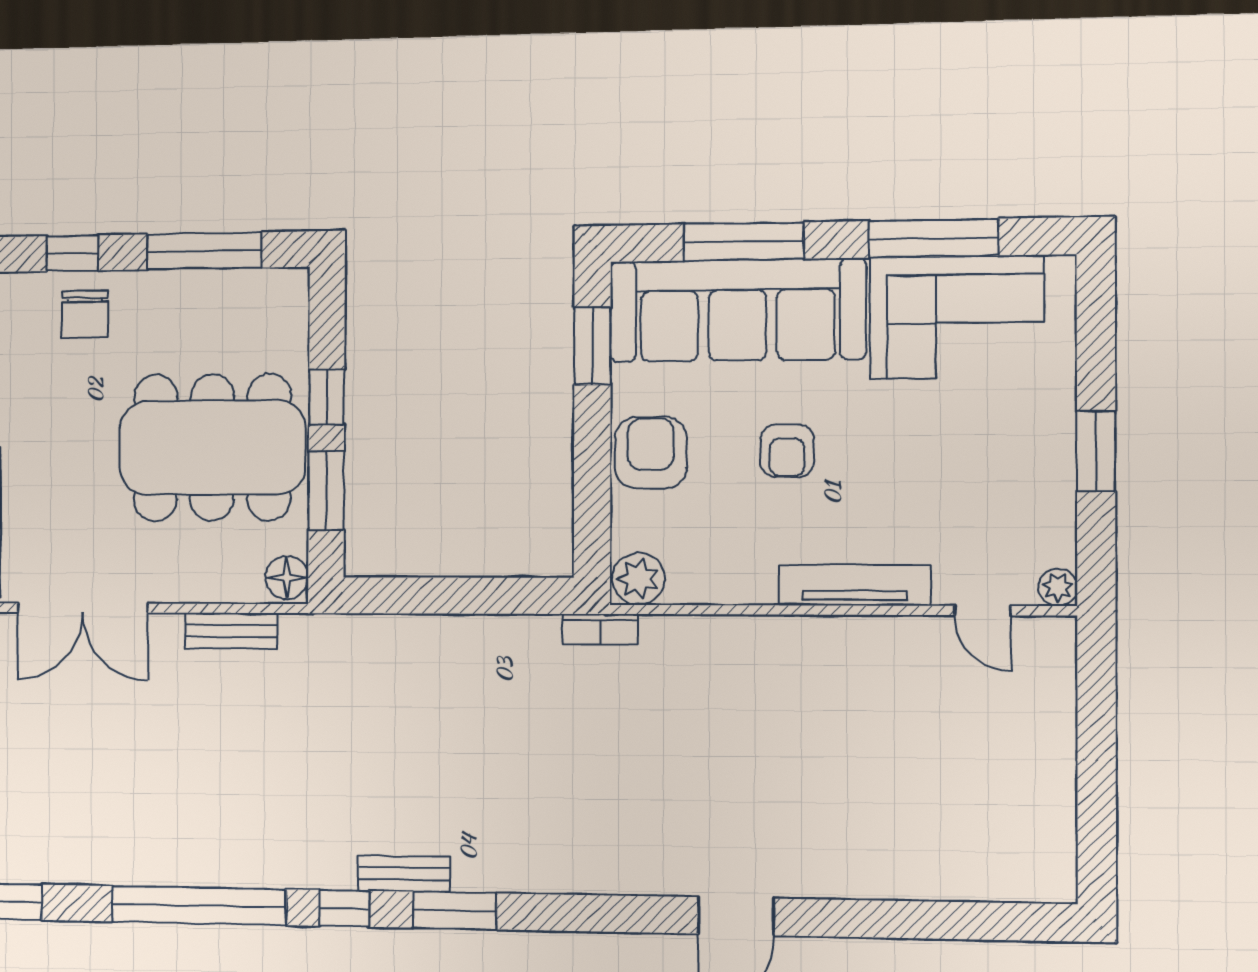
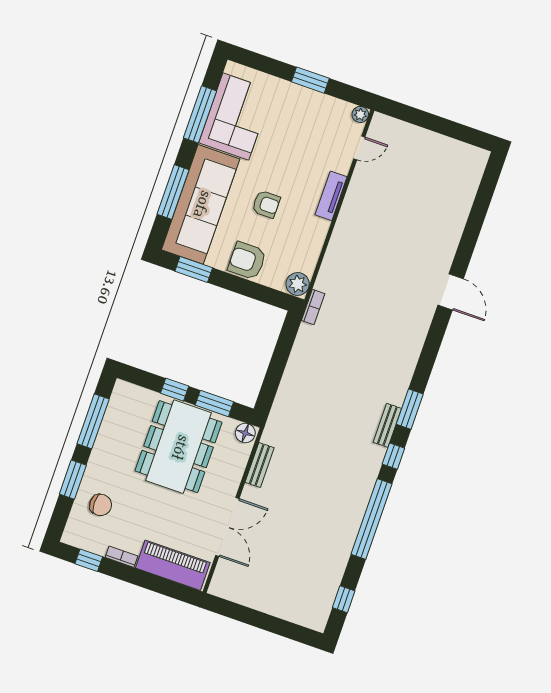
window: (72, 253) -> (73, 480), width x1.50
chair: (85, 314) -> (101, 505), moved
tv unit: (855, 585) -> (331, 196), width x0.71

